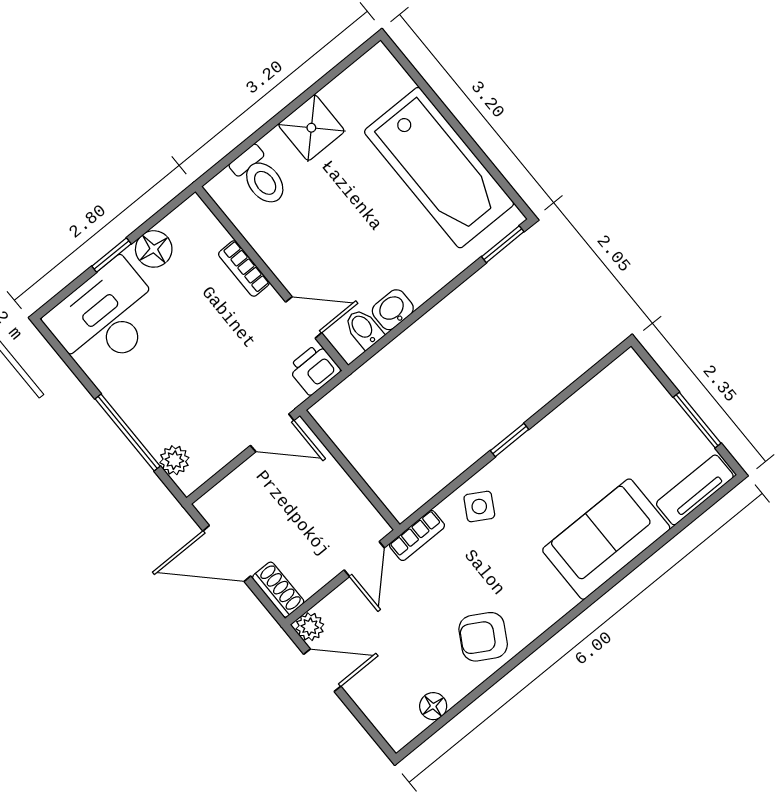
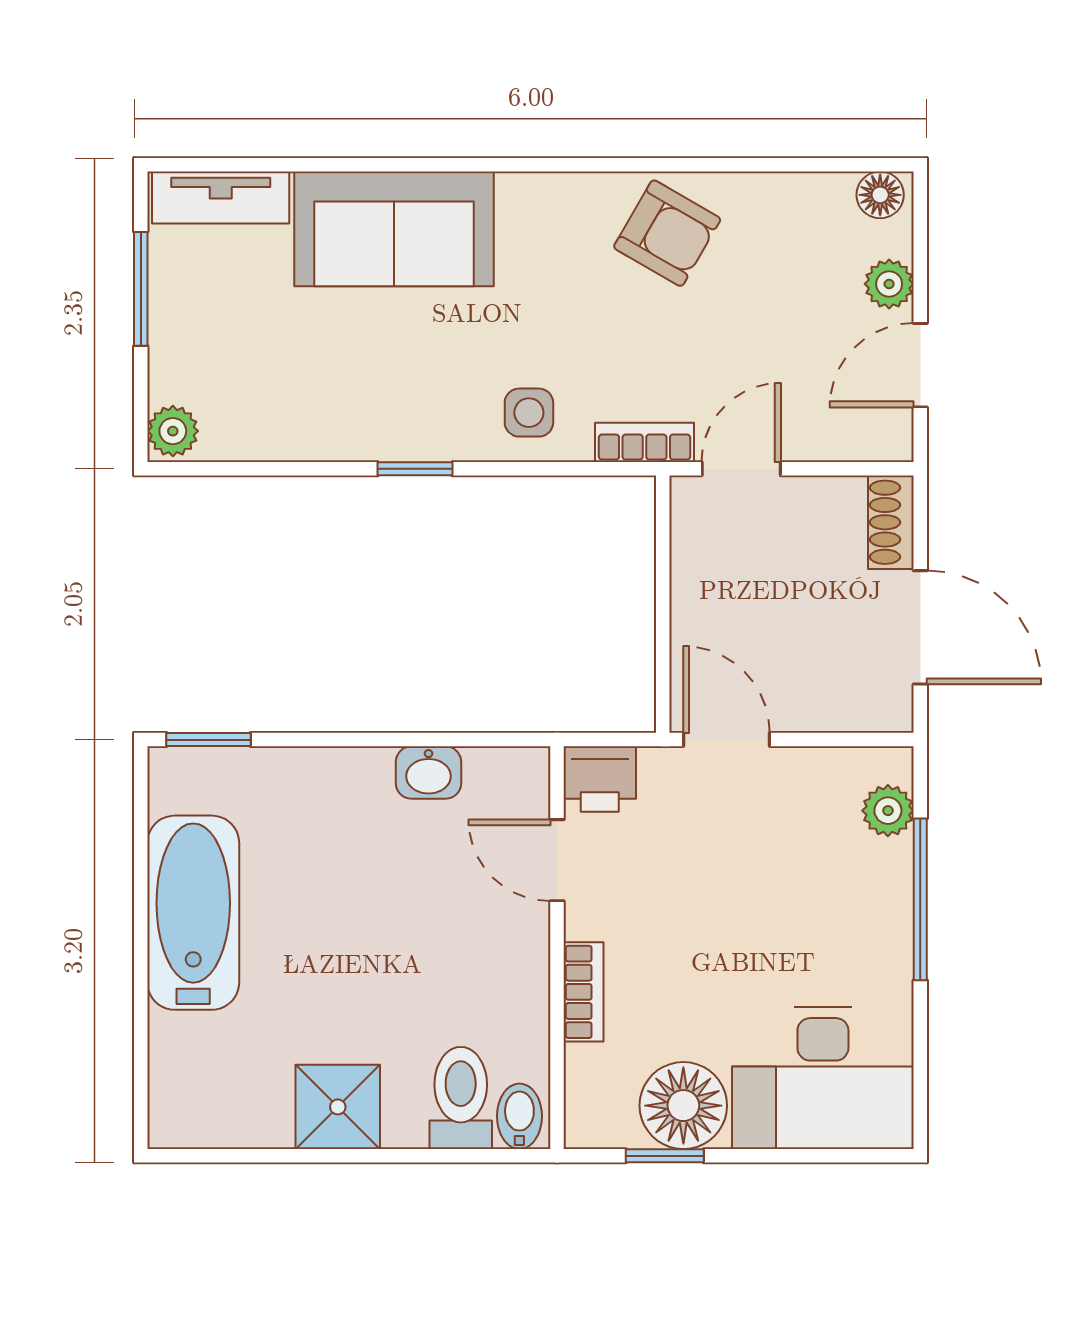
bathtub: (439, 168) -> (193, 913), width x0.73, depth x0.73
floor lamp: (154, 249) -> (683, 1106), width x1.38, depth x1.38
window: (112, 255) -> (665, 1156), moved
bidet: (364, 329) -> (519, 1116), moved, turned 180
plant: (631, 369) -> (173, 431), added
side table: (479, 507) -> (529, 413), turned -30
plant: (310, 627) -> (889, 284), moved
door: (322, 670) -> (920, 365), hinge flipped
floor lamp: (433, 706) -> (880, 195), moved

